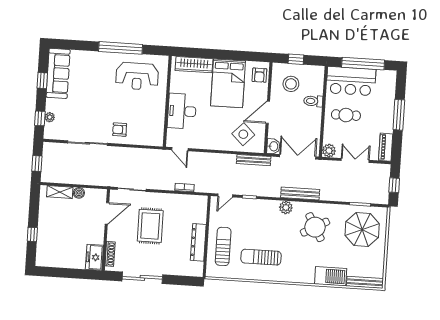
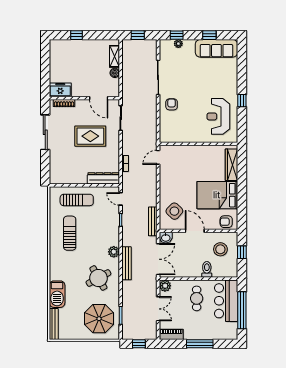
window: (121, 48) -> (242, 101), width x0.32
desk: (182, 111) -> (191, 157), removed
dresser: (198, 242) -> (103, 178), moved

